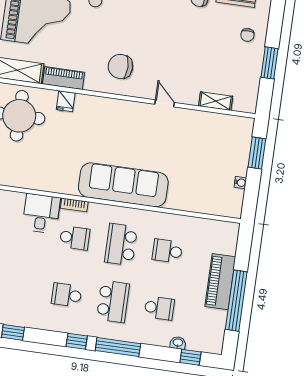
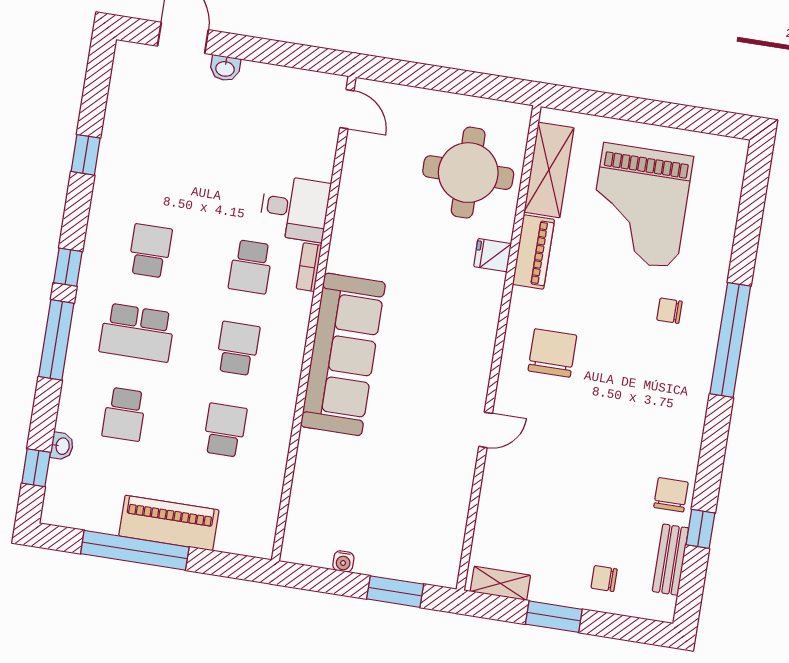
shelving: (216, 101) -> (500, 583), moved, turned 90
school desk: (121, 244) -> (238, 348), width x0.54

